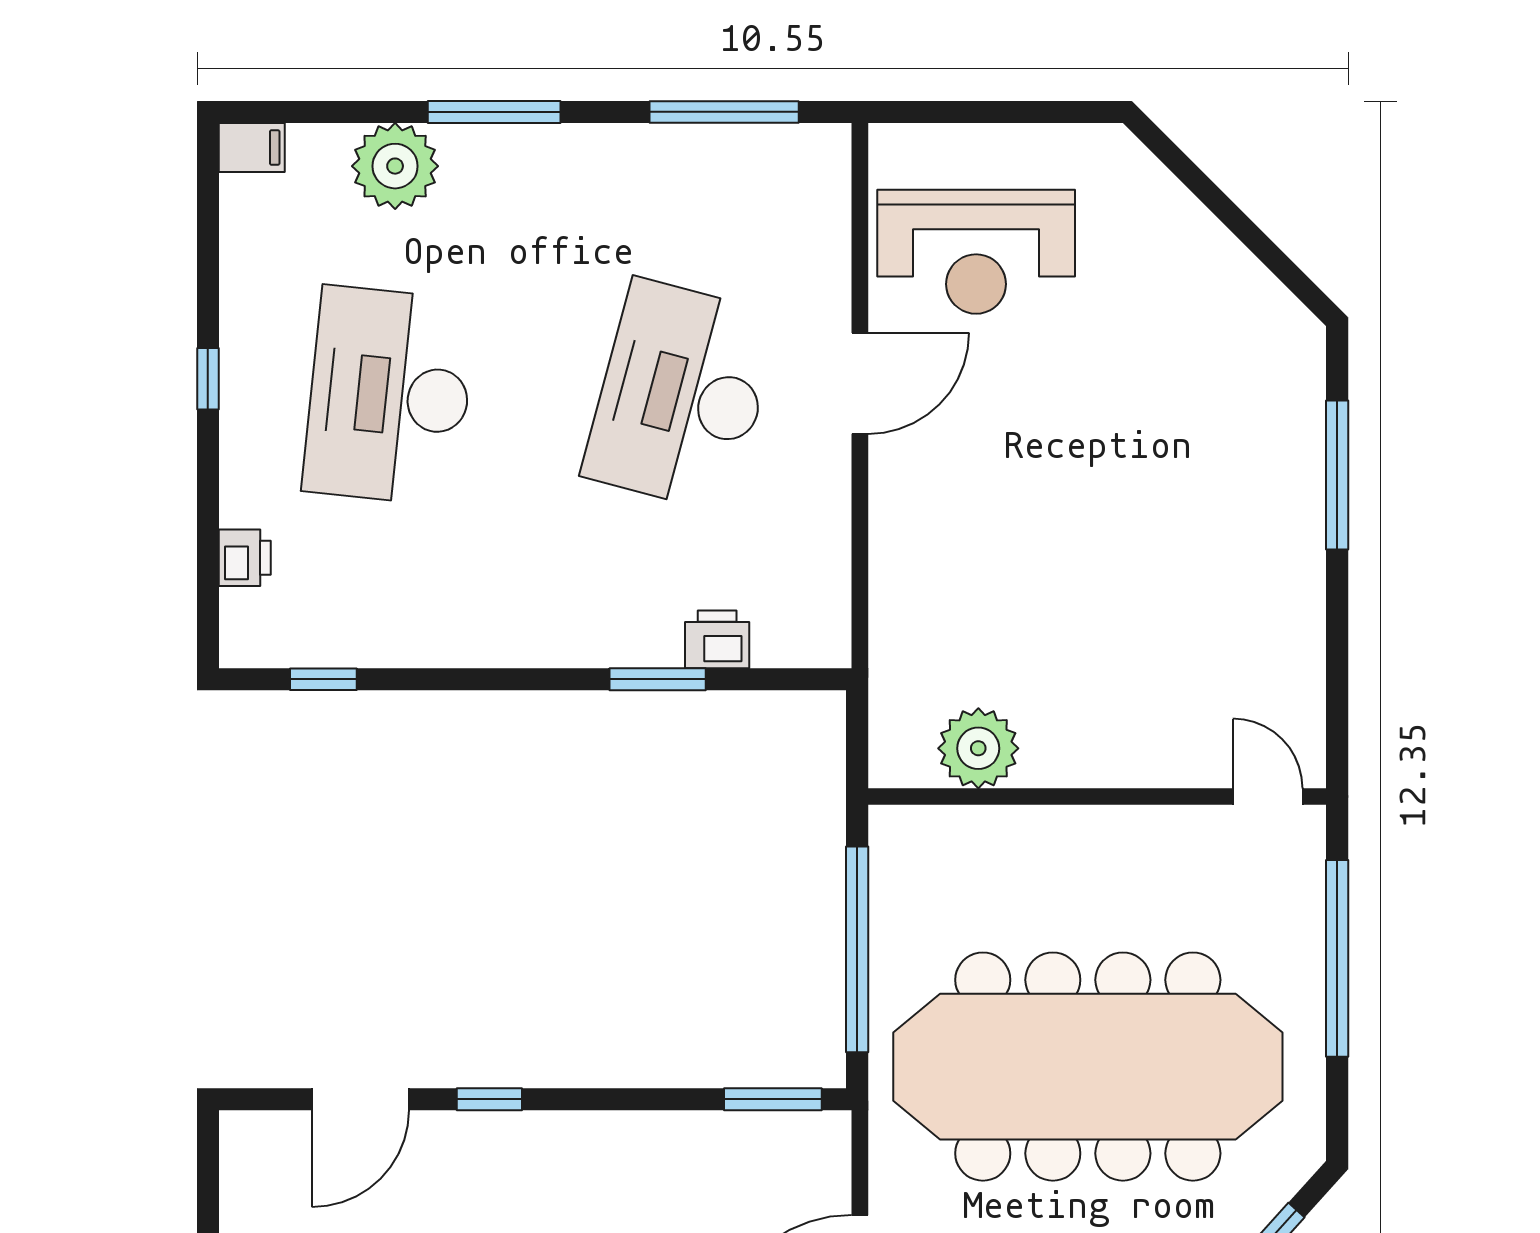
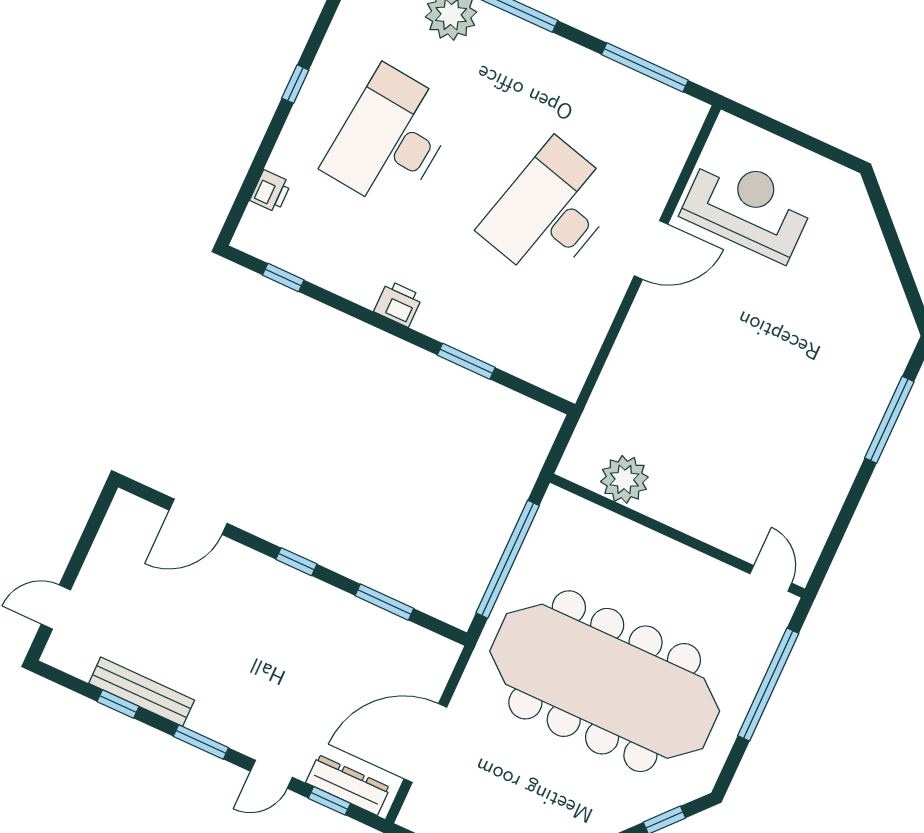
reception desk: (976, 252) -> (748, 207), turned 180
printer: (717, 639) -> (398, 304), moved
window: (489, 1099) -> (296, 562), moved
window: (773, 1099) -> (384, 602), moved

